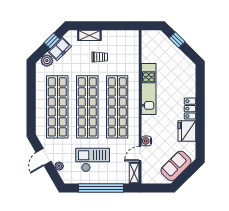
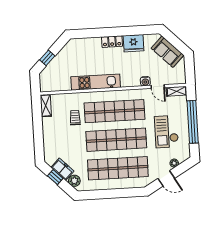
shelving: (89, 35) -> (46, 106), moved
trolley: (100, 57) -> (75, 118), moved

